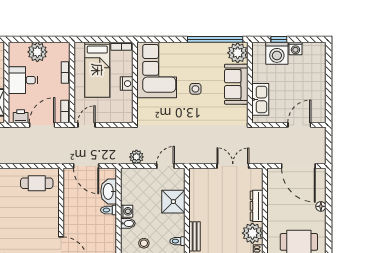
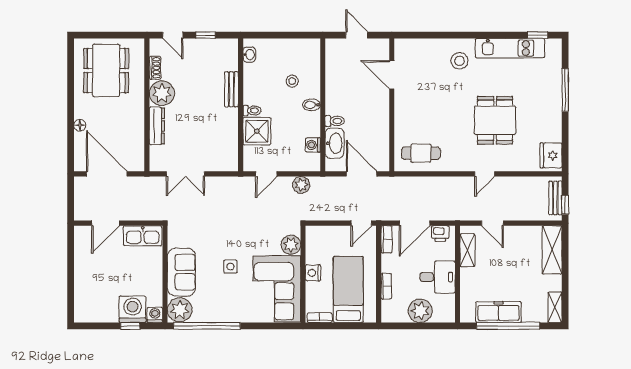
washing machine: (295, 49) -> (155, 315), moved
kitchen sink: (260, 99) -> (143, 236), moved, turned -90
plant: (145, 107) -> (291, 245), added
washing machine: (127, 211) -> (313, 145), moved
toilet: (177, 241) -> (252, 111), moved

